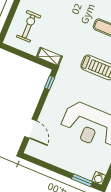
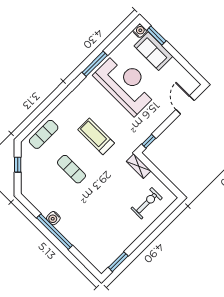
exercise bike: (29, 26) -> (147, 203), turned 180
sofa: (79, 165) -> (153, 51), added

